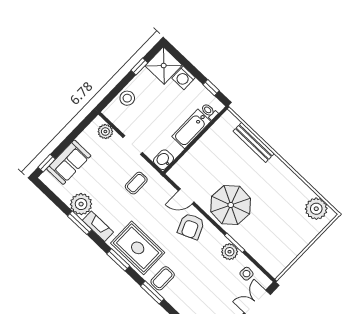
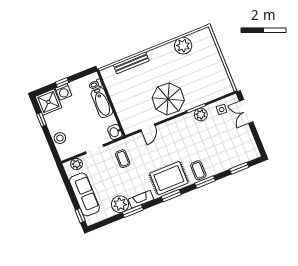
window: (211, 88) -> (62, 82), moved
sofa: (69, 162) -> (84, 194), width x1.36
plant: (316, 209) -> (183, 46), moved
armchair: (191, 226) -> (171, 134), removed

